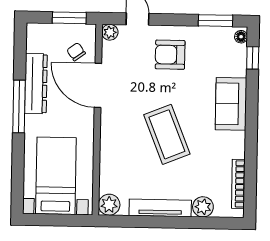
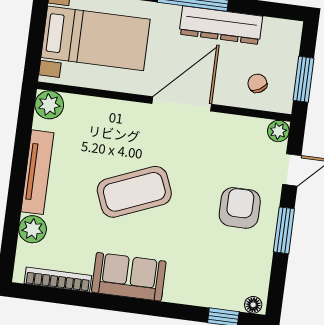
window: (215, 21) -> (284, 230), moved
chair: (76, 52) -> (257, 83), turned -85
door: (98, 85) -> (182, 104), moved
sofa: (231, 104) -> (129, 277), moved

